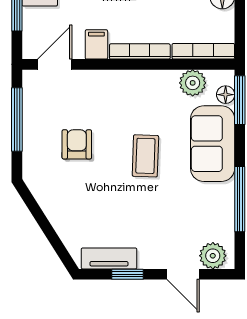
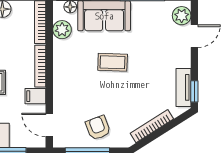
armchair: (77, 144) -> (98, 128), moved, turned 69
bookcase: (53, 213) -> (152, 126), added
window: (128, 274) -> (194, 91), moved

